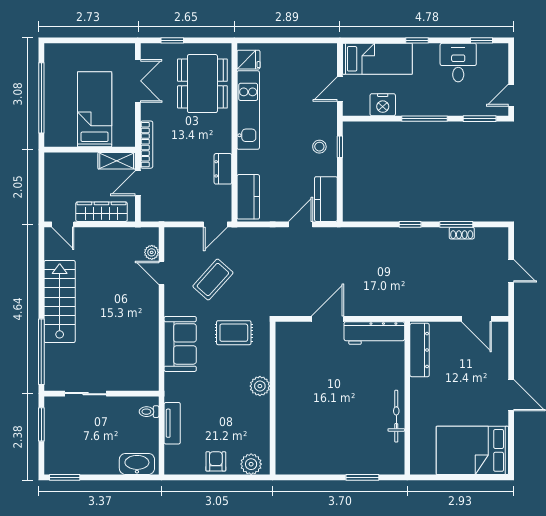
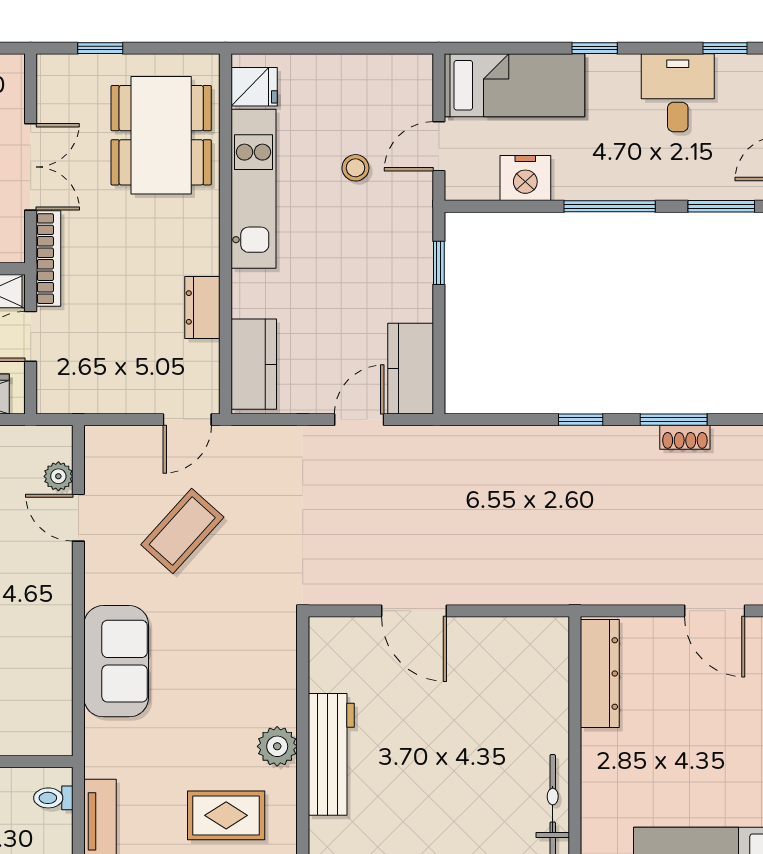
double door: (138, 81) -> (31, 167), moved
stool: (319, 147) -> (355, 168), moved
door: (328, 319) -> (414, 611), swing flipped
rug: (234, 333) -> (226, 815), moved
workbench: (374, 333) -> (331, 754), moved, turned -90

